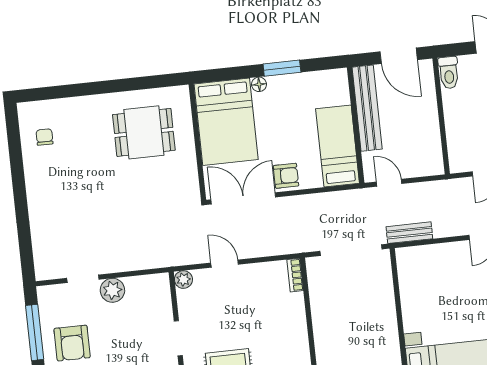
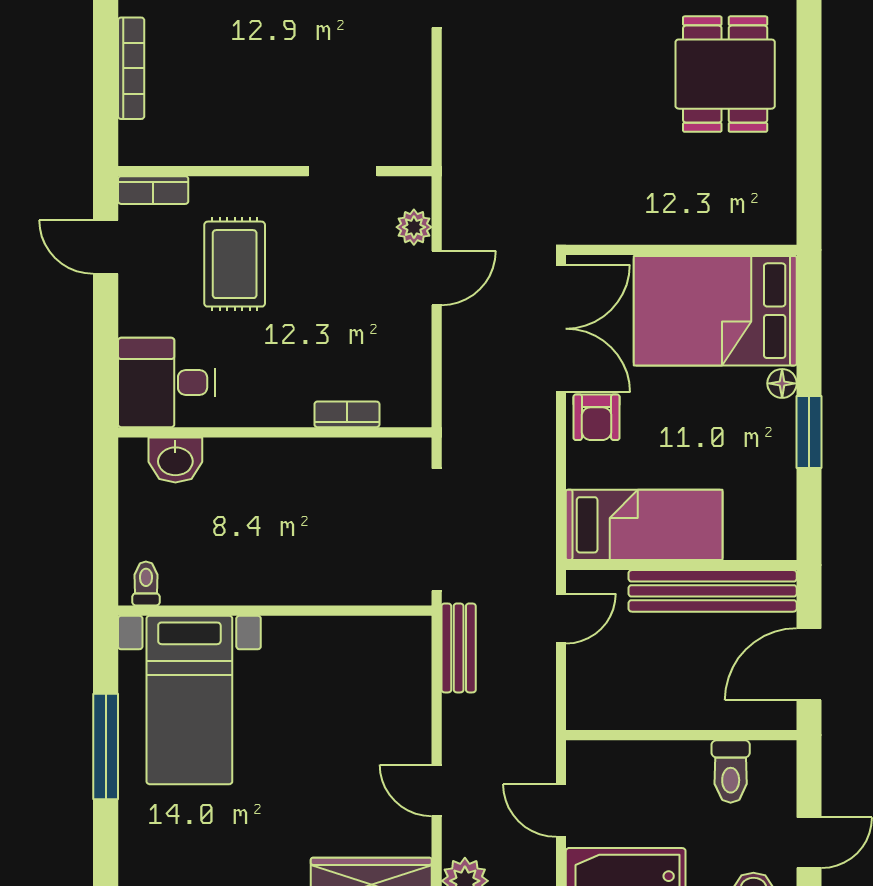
toilet: (449, 73) -> (731, 771), moved, turned -90
dining table: (144, 132) -> (725, 74), moved
bookcase: (295, 275) -> (347, 414), moved
plant: (183, 280) -> (414, 227), moved
plant: (112, 290) -> (408, 52), removed
doorway: (178, 338) -> (343, 171), moved

